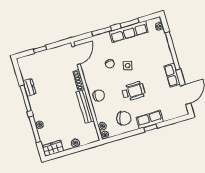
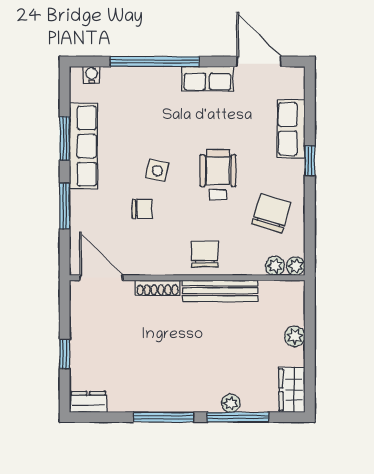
dresser: (29, 87) -> (88, 402), moved
row of seats: (150, 120) -> (291, 129), moved

